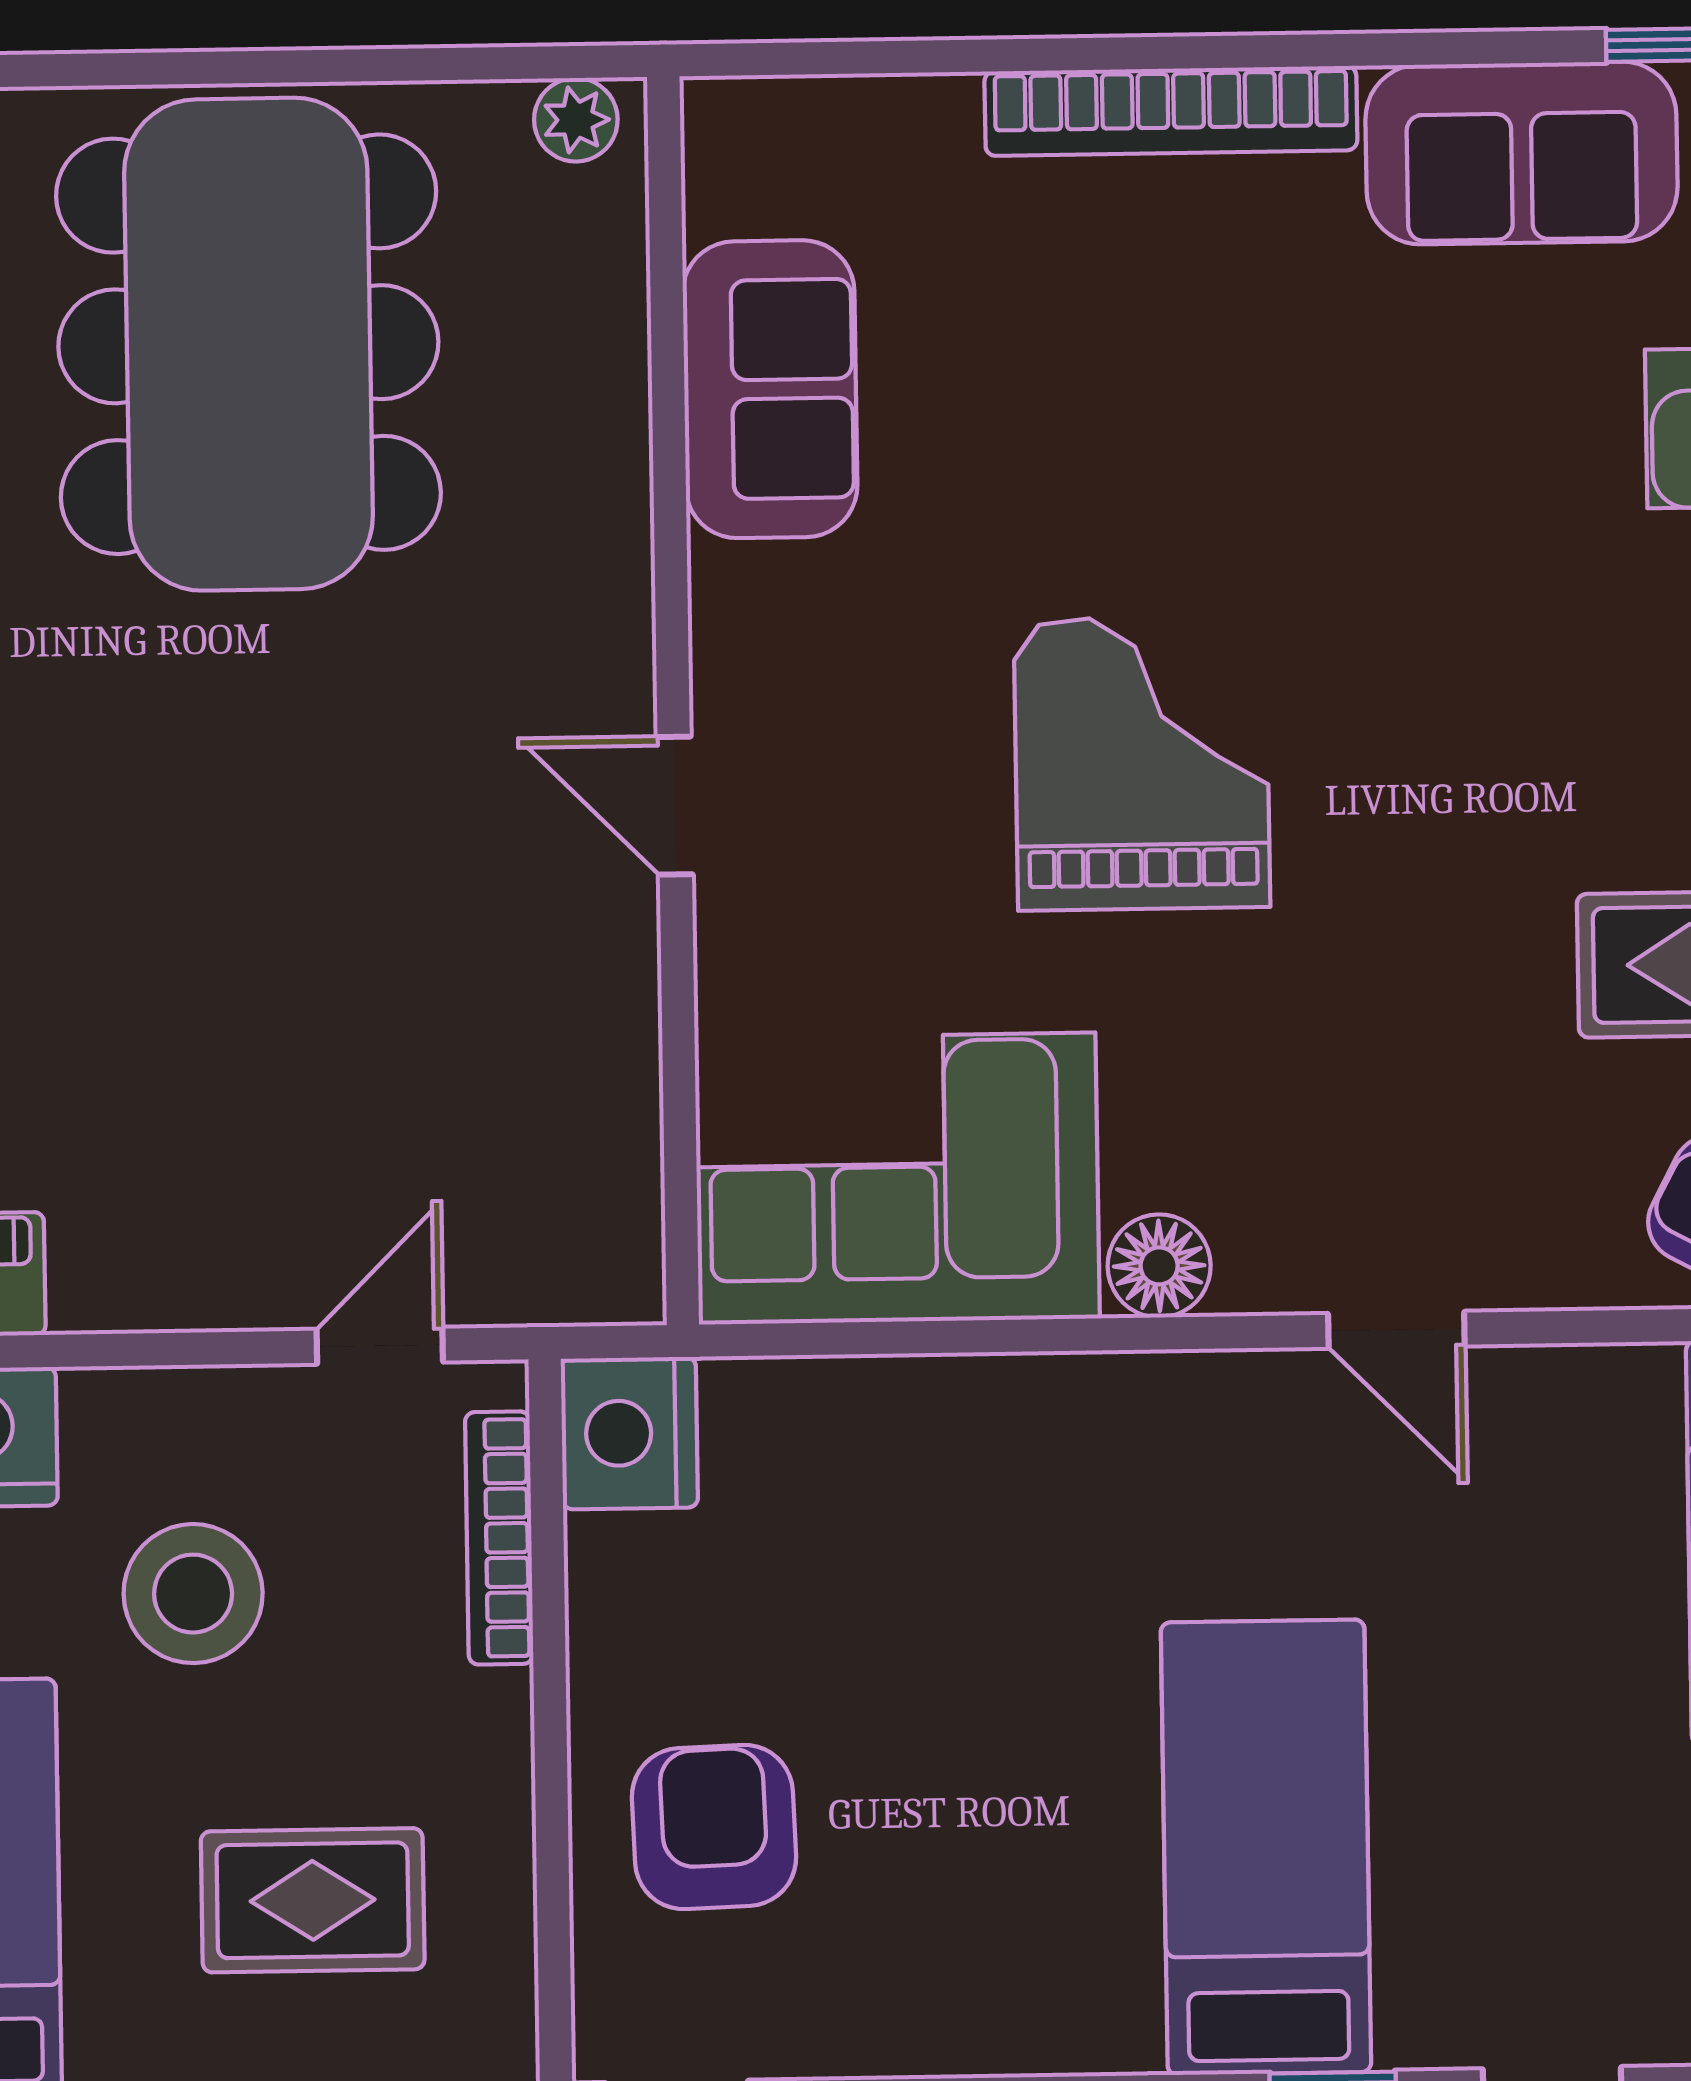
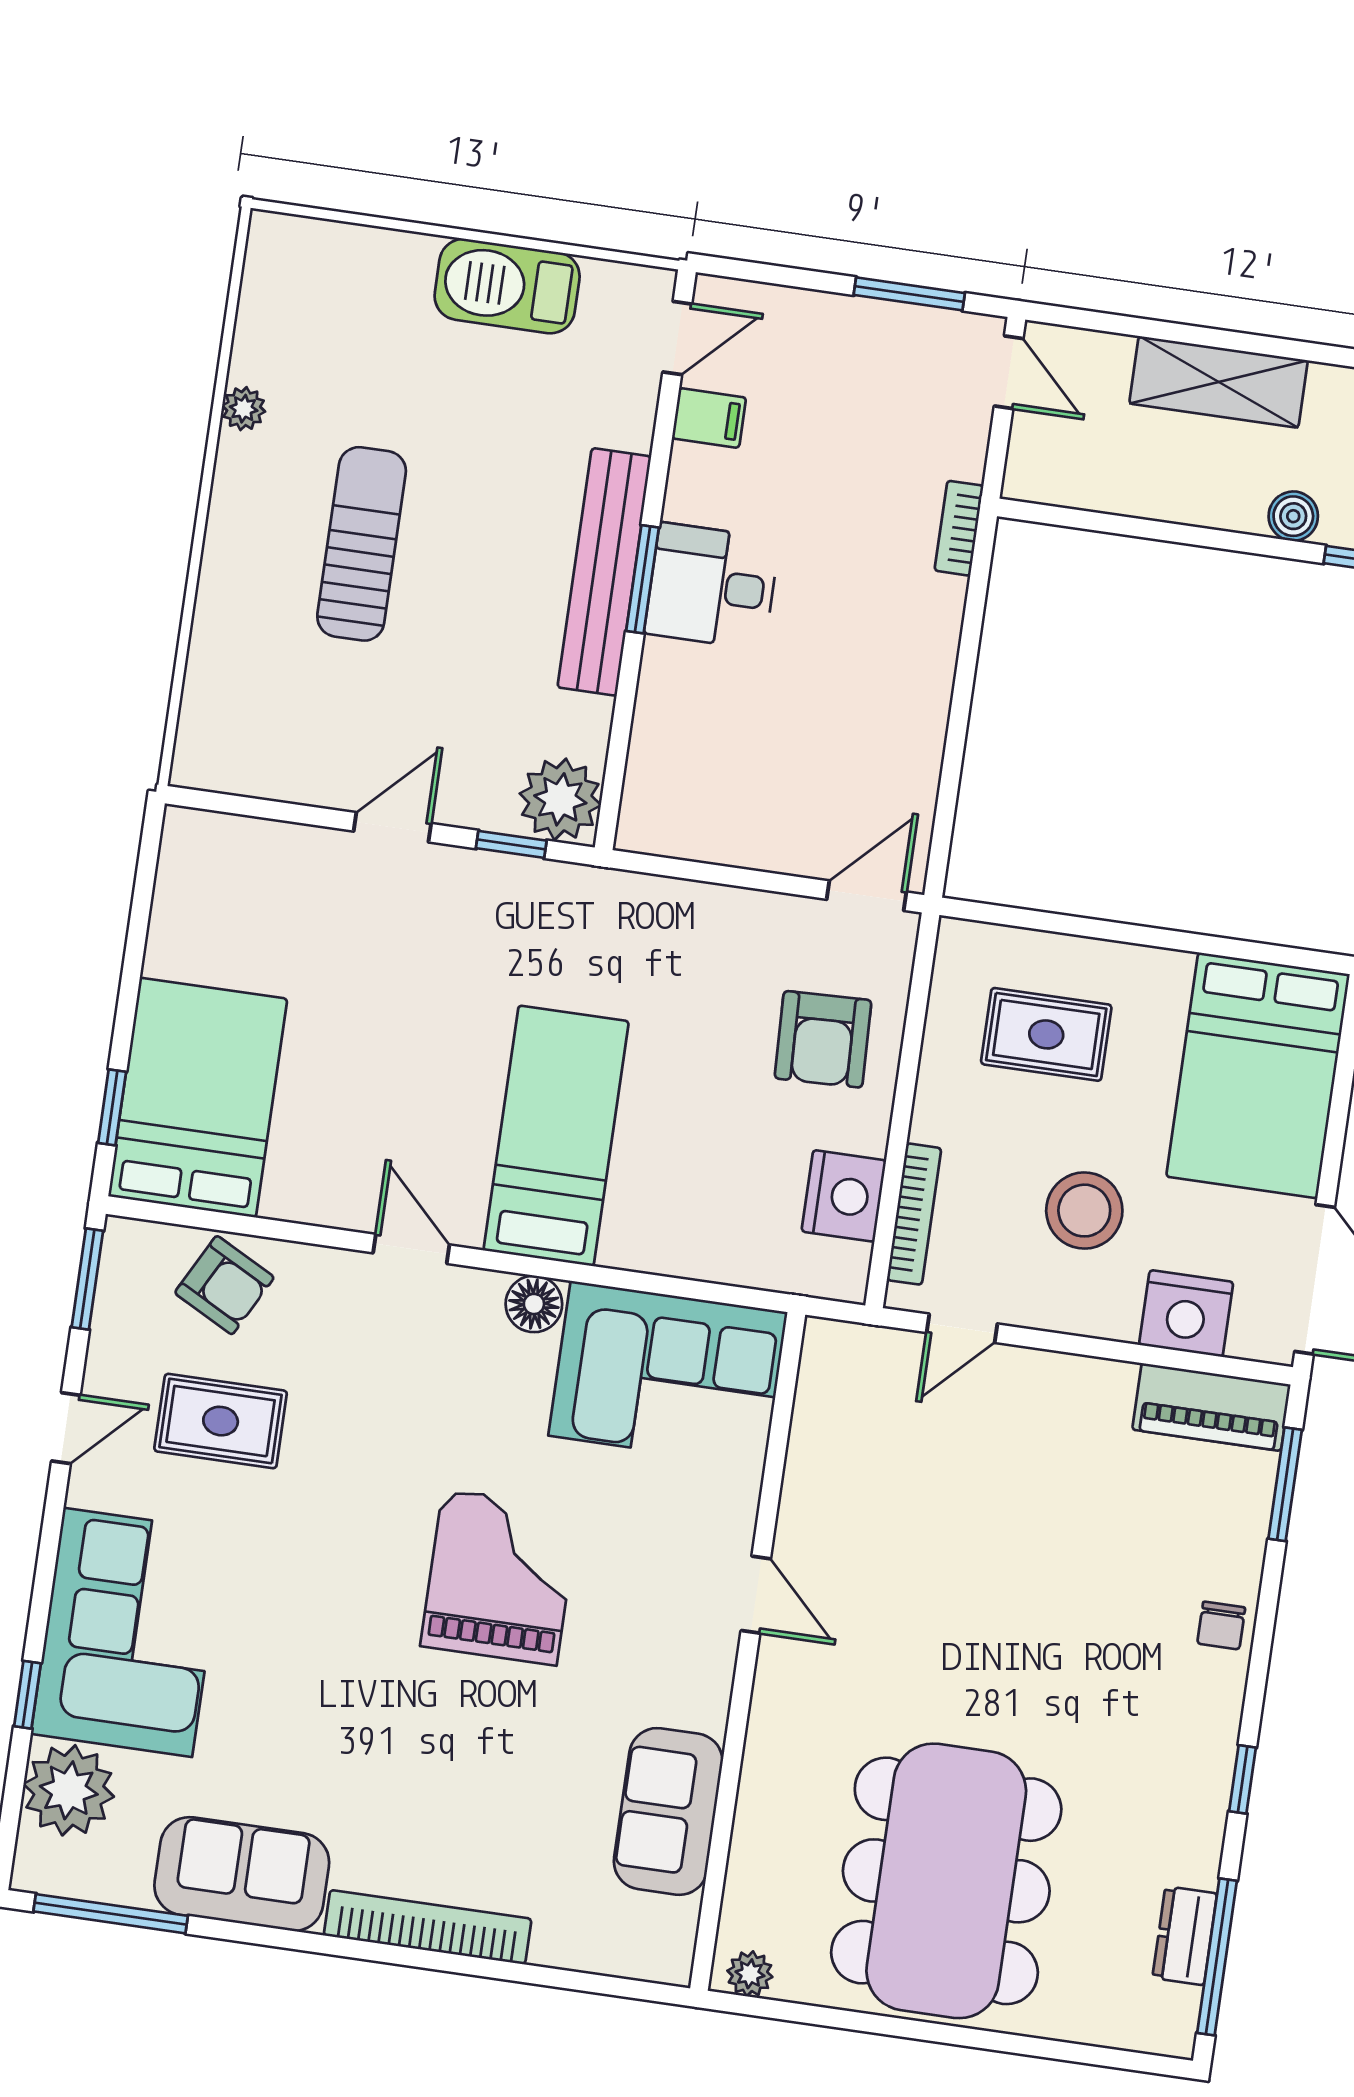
grand piano: (1142, 763) -> (500, 1577), turned 180
nightstand: (629, 1433) -> (844, 1196), moved
bed: (1266, 1847) -> (556, 1136), moved, turned 180

